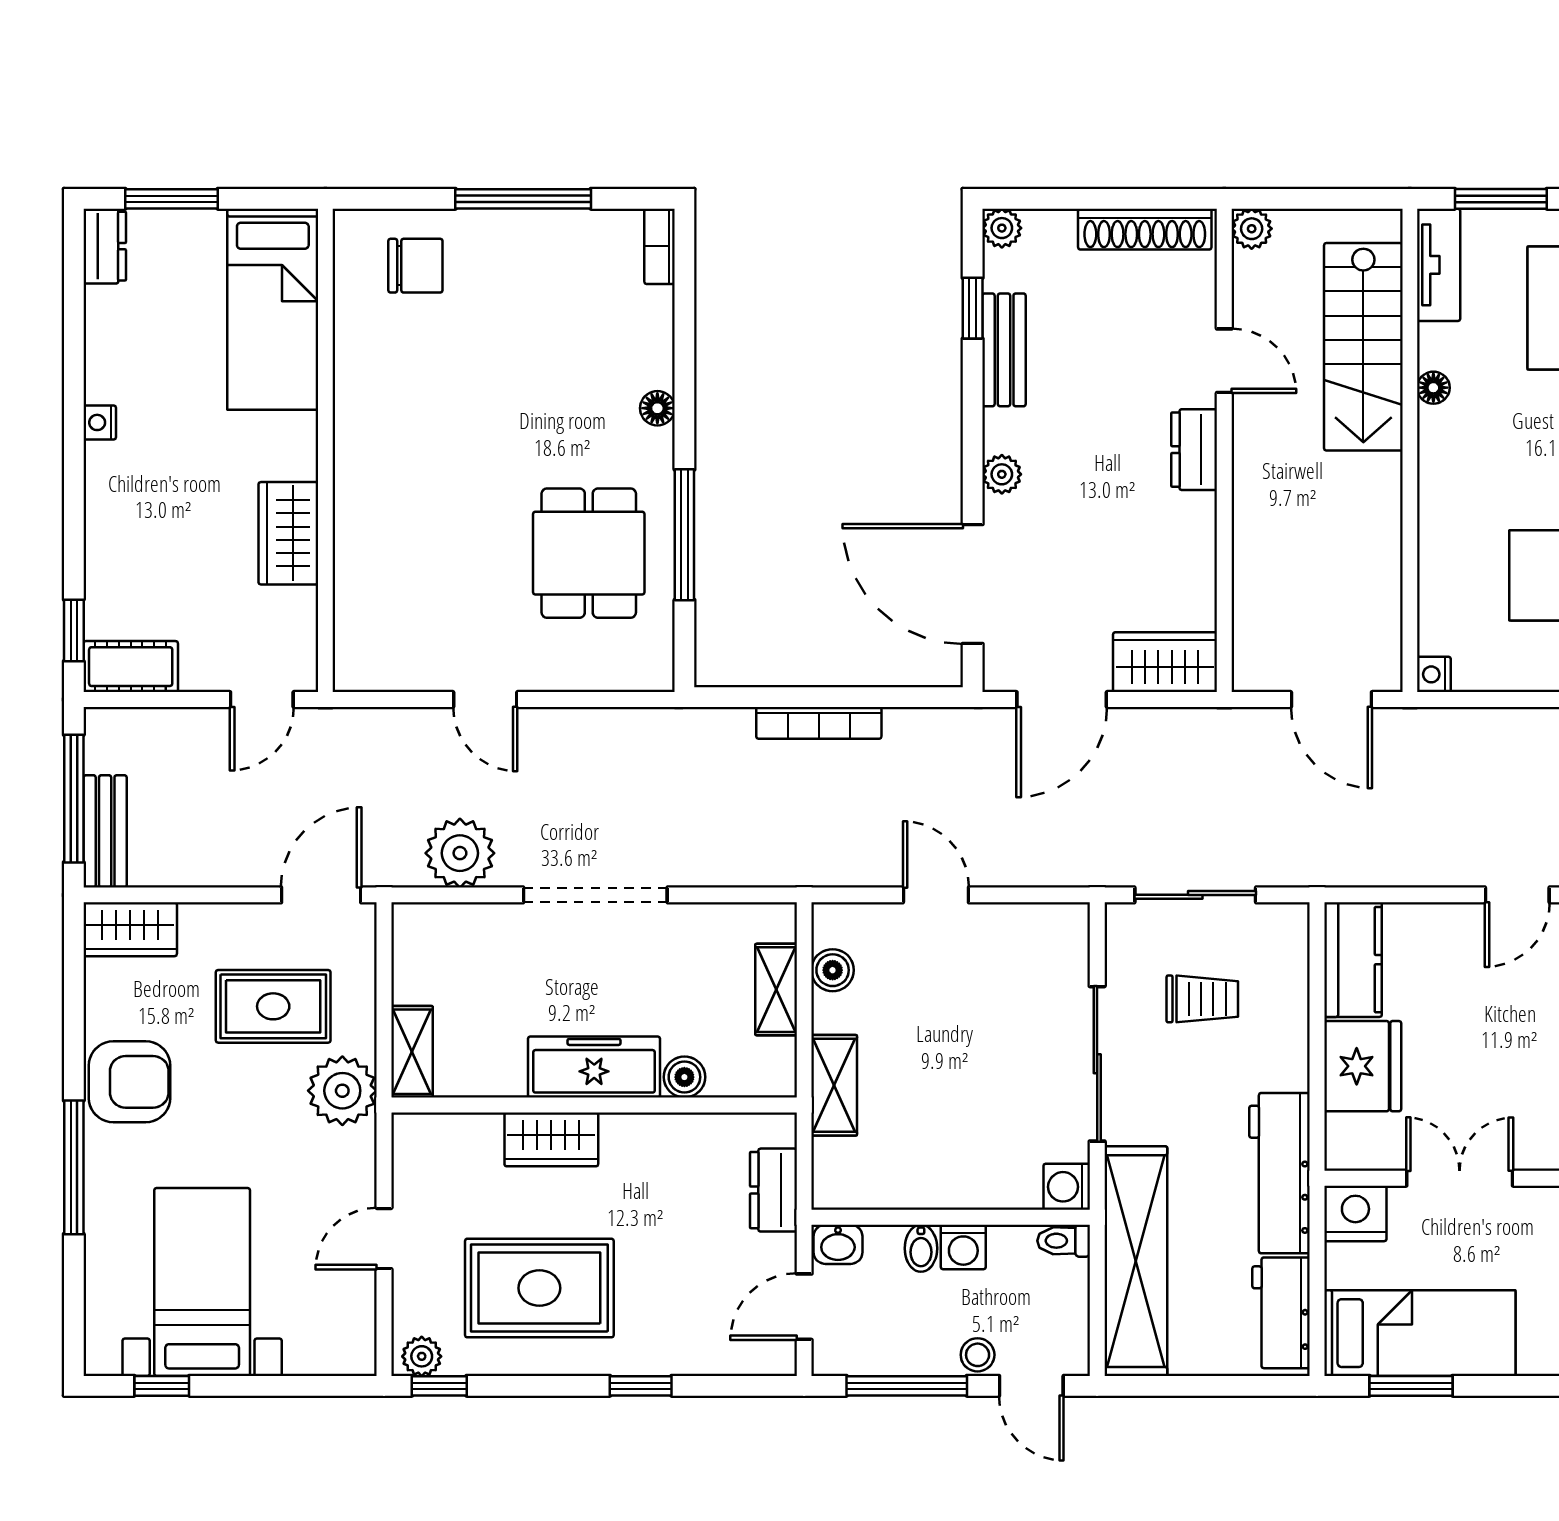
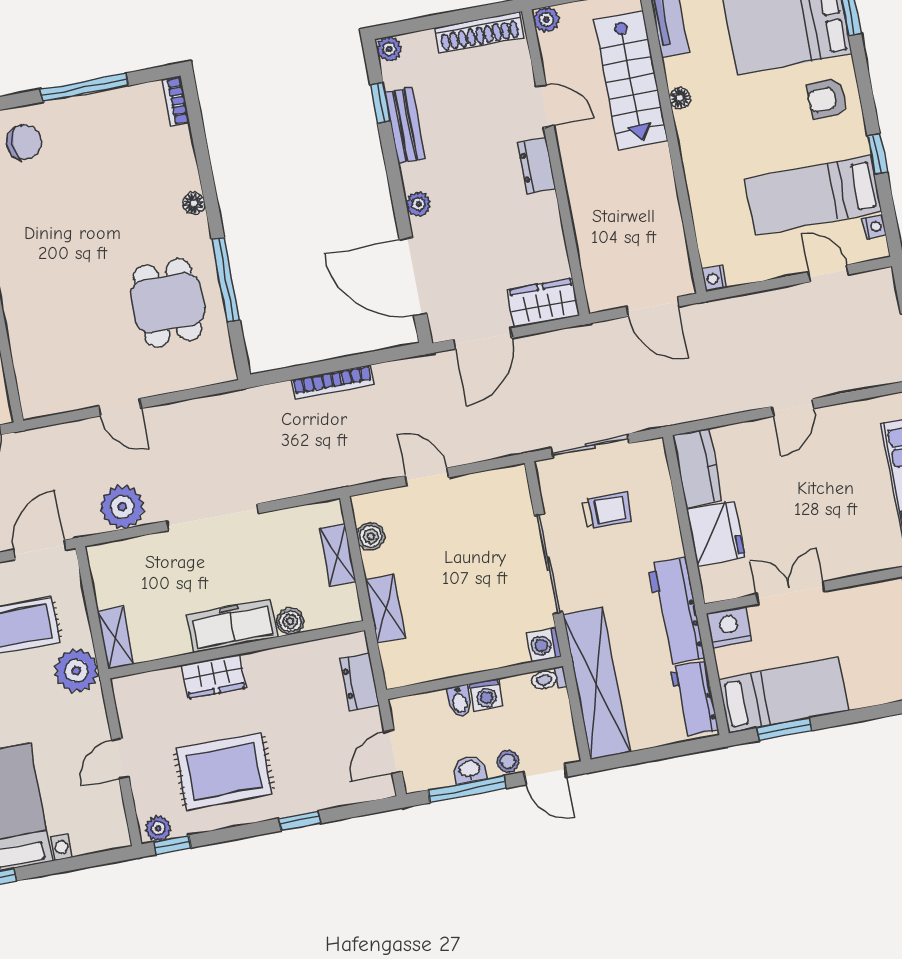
washbasin: (838, 1244) -> (469, 770), moved, turned 180

